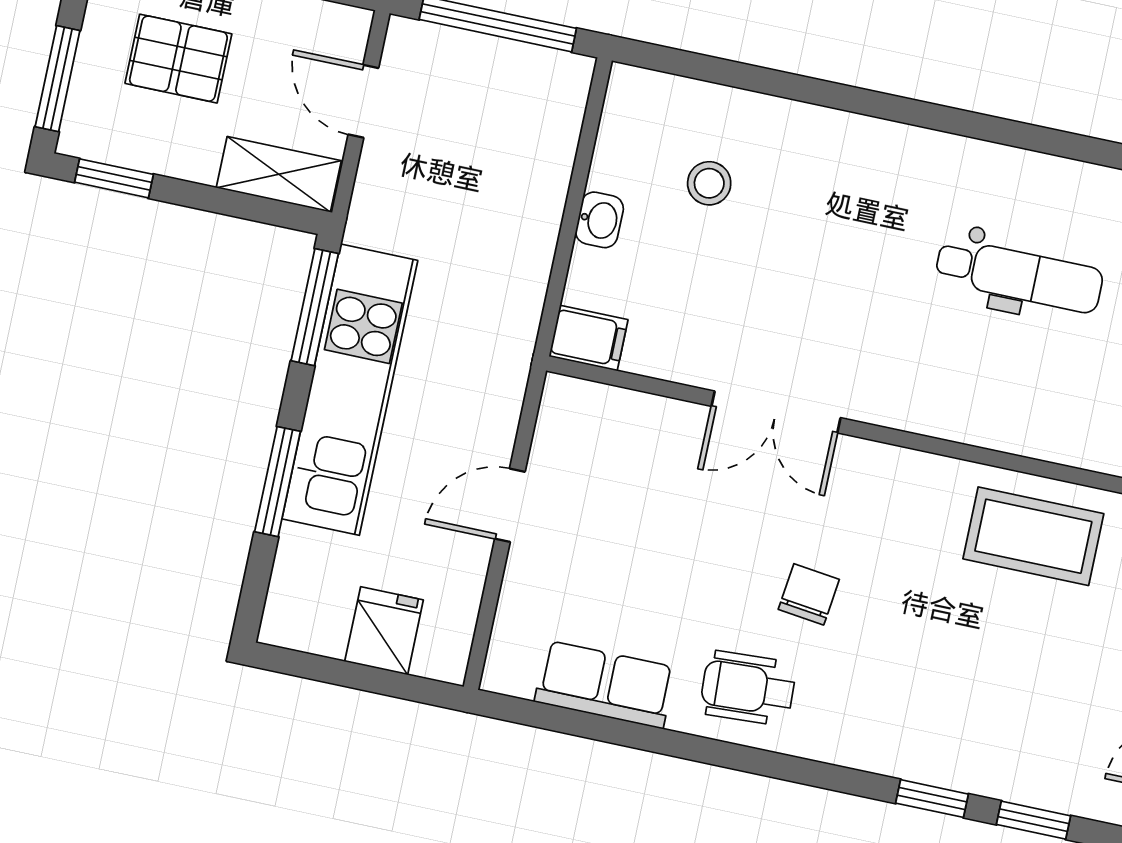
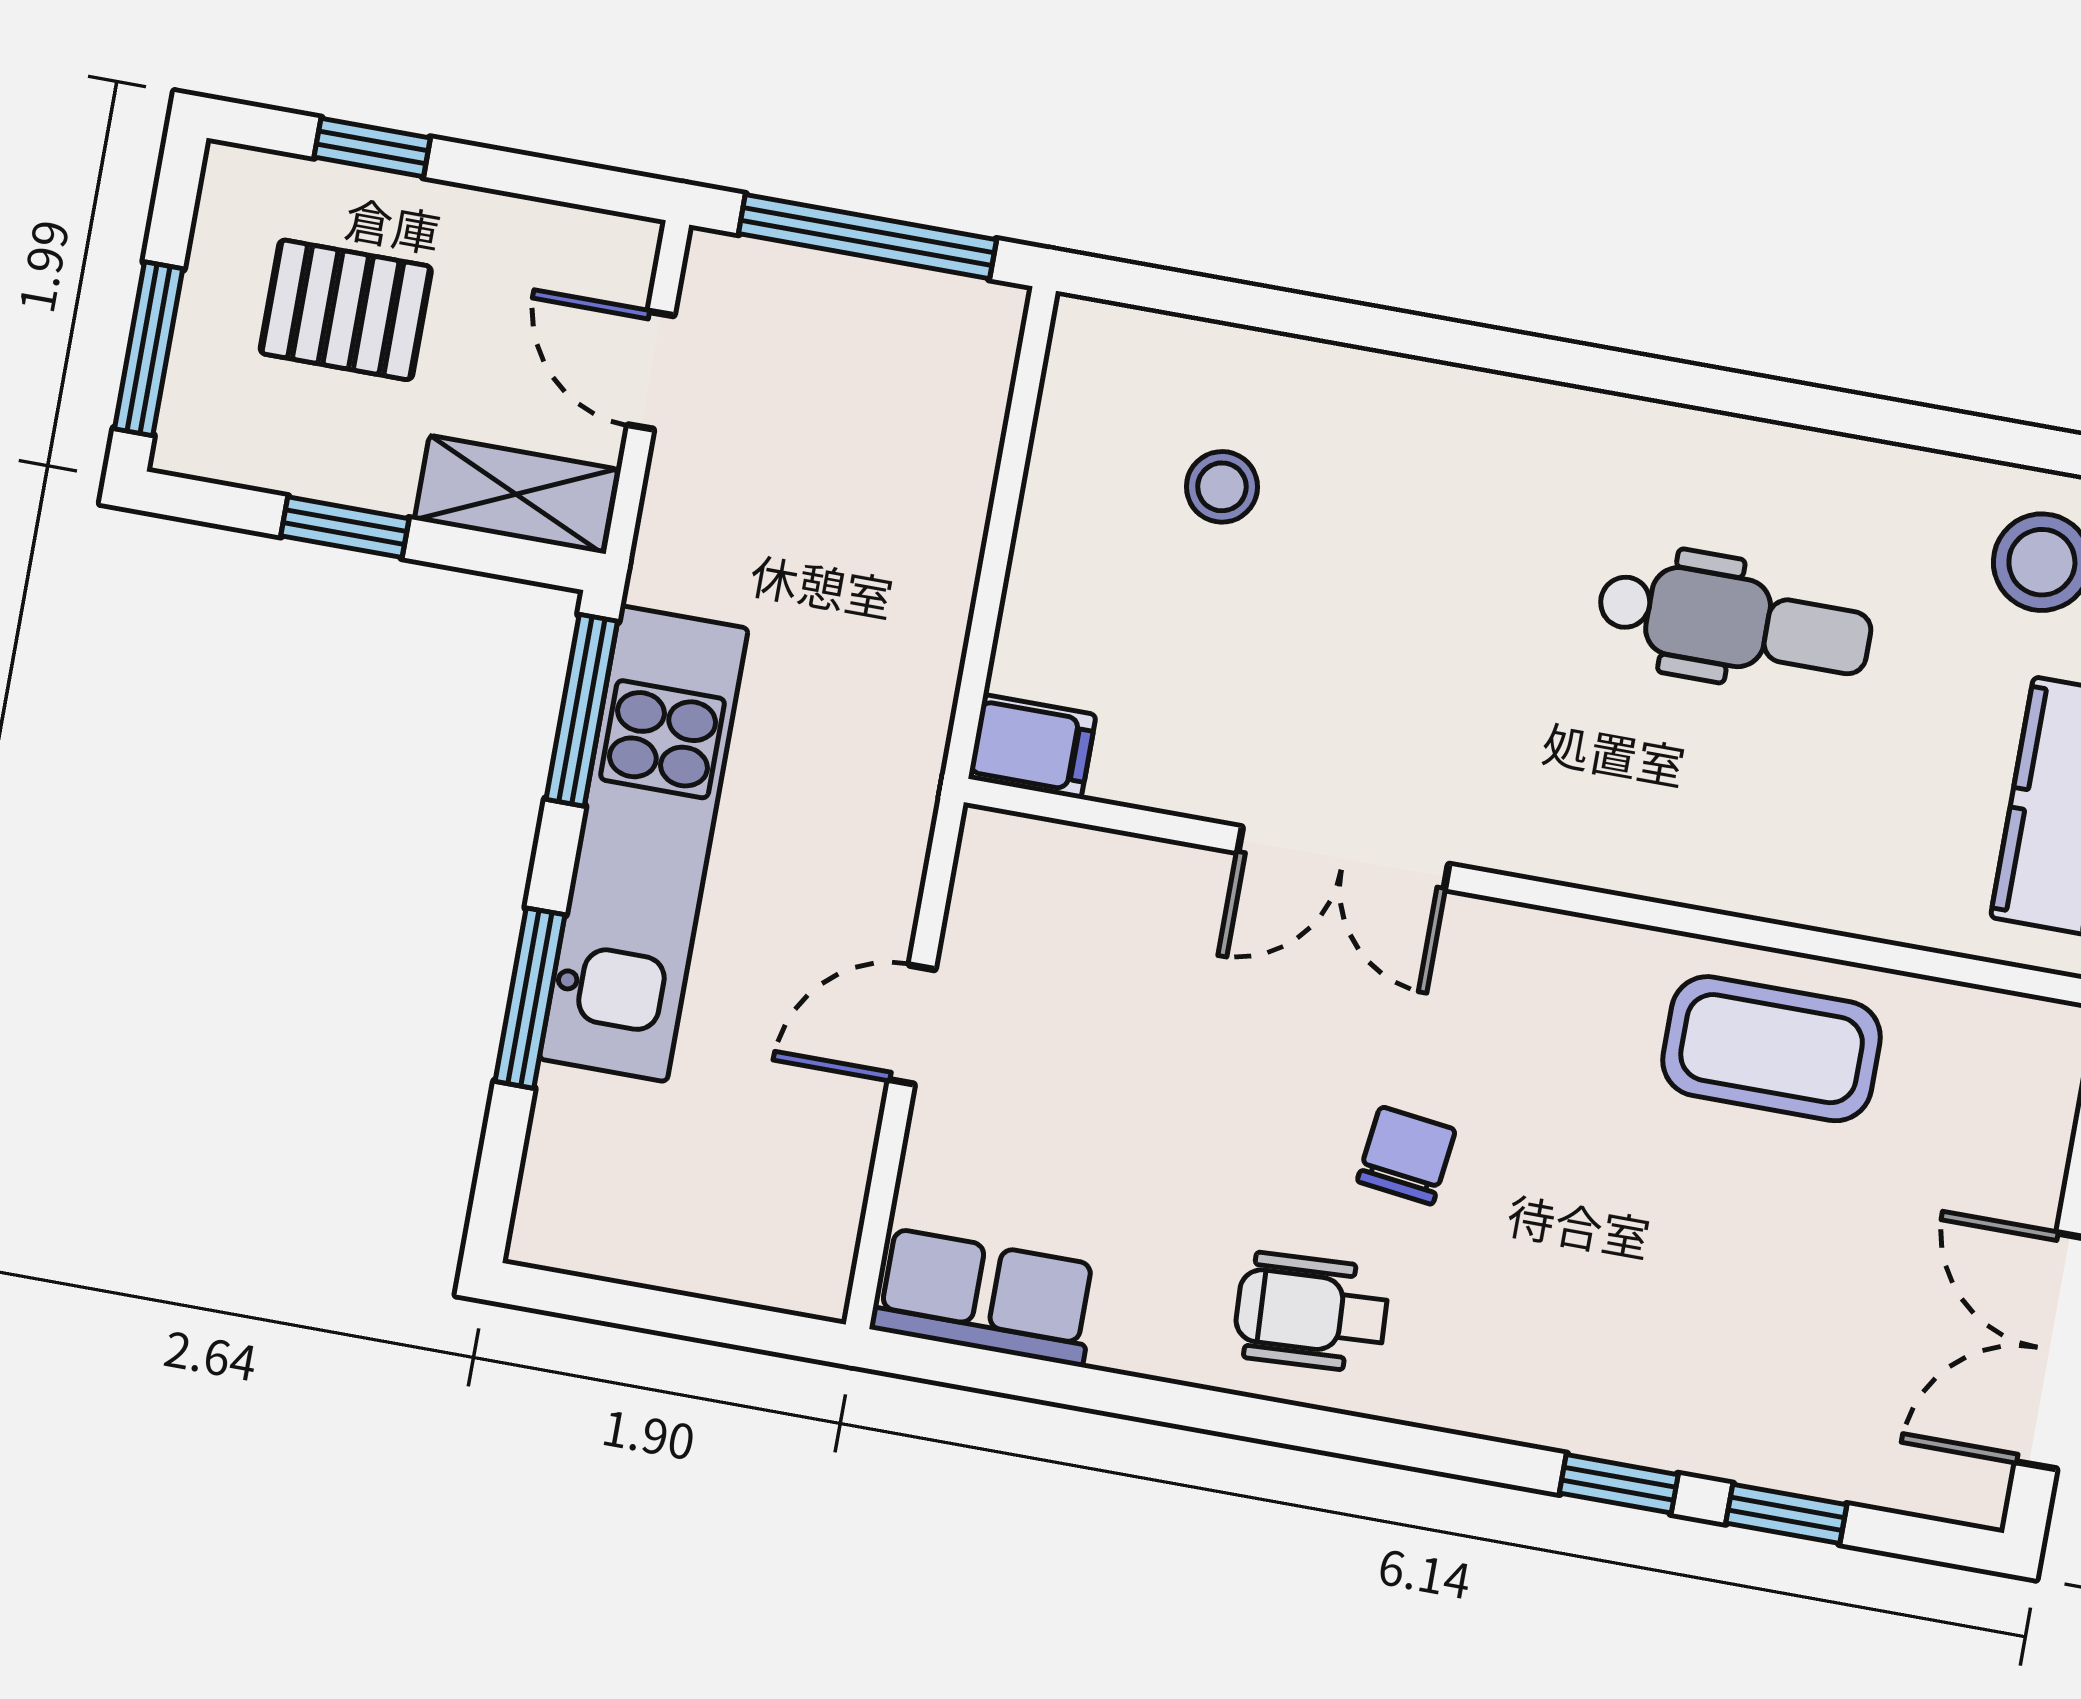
window: (114, 178) -> (345, 527), moved
washbasin: (599, 220) -> (1044, 553), removed
fridge: (384, 631) -> (712, 1237), removed
row of seats: (605, 685) -> (985, 1297), moved

